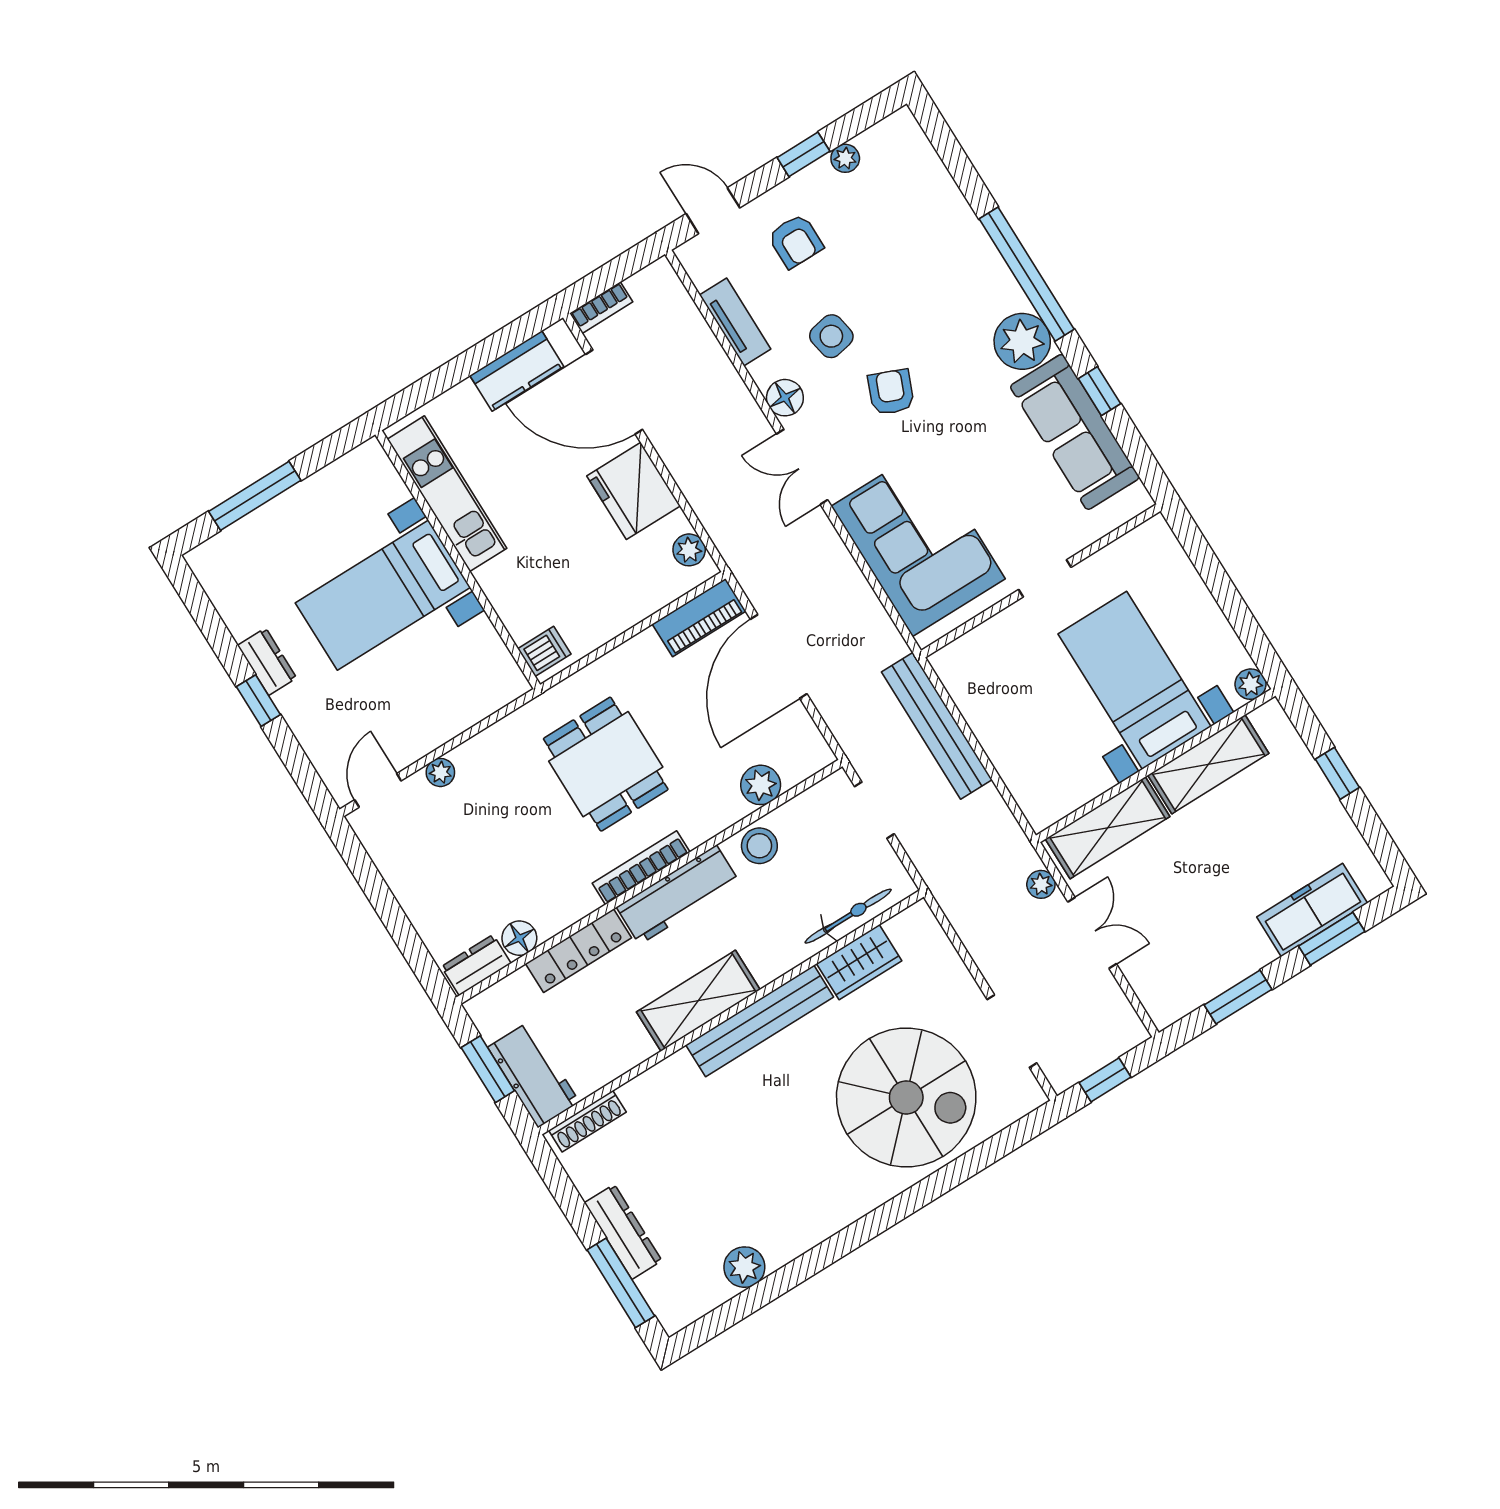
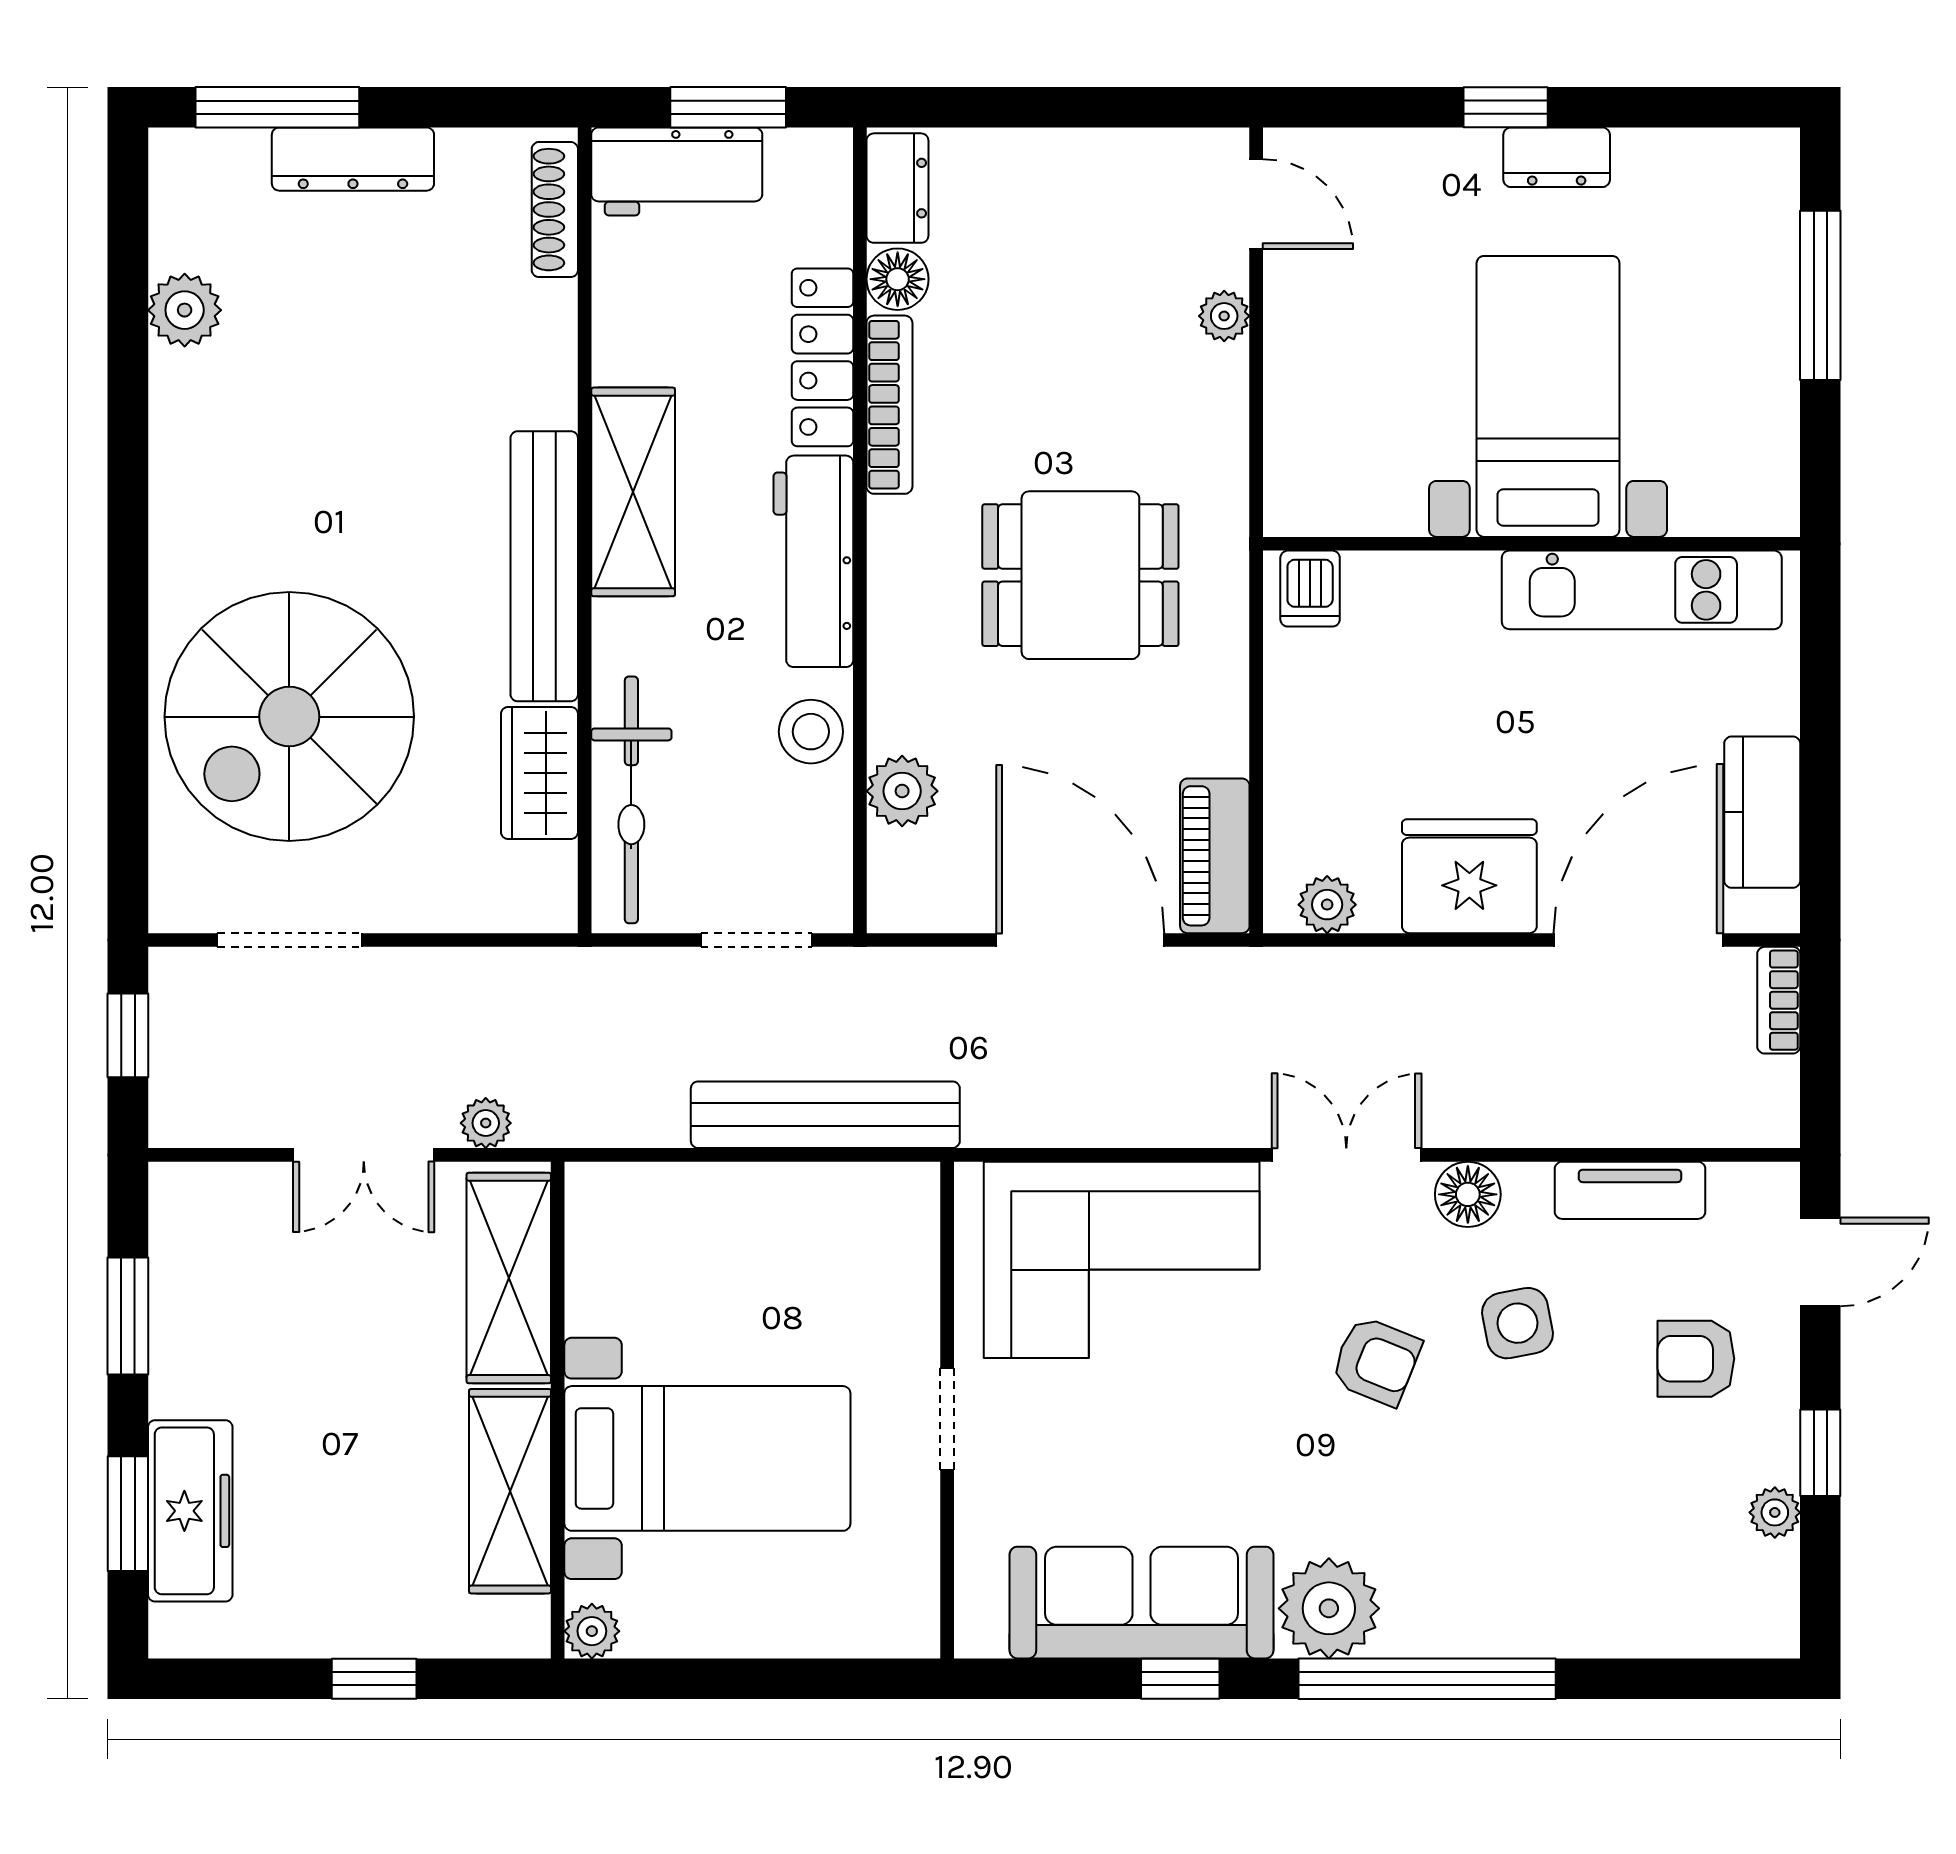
bookcase: (641, 868) -> (889, 405), moved
bicycle: (848, 916) -> (631, 800), width x1.37, depth x1.40

